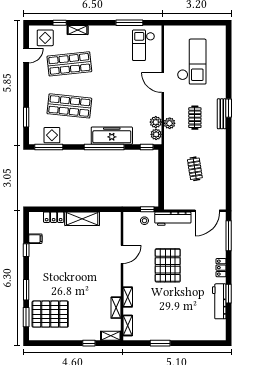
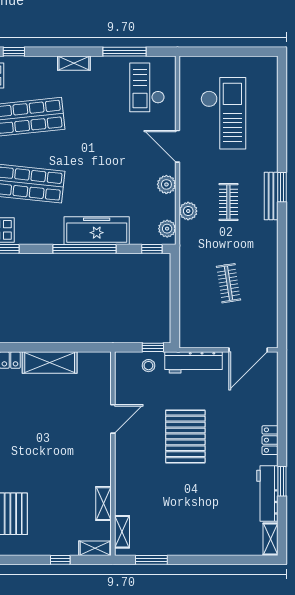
shelving: (78, 30) -> (74, 63), moved
plant: (156, 122) -> (166, 184), moved
window: (229, 236) -> (282, 390), removed
shelving: (128, 297) -> (270, 539), moved
window: (160, 343) -> (151, 560), moved

